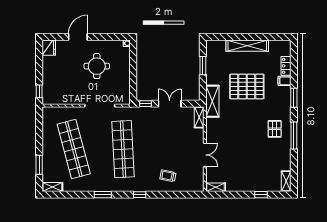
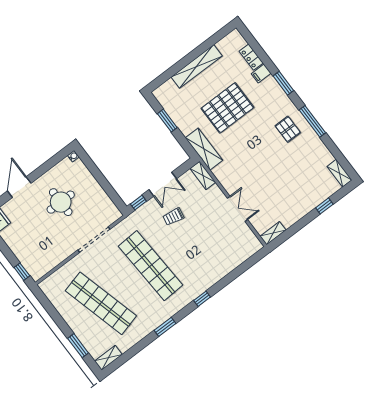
double door: (170, 104) -> (163, 184), swing flipped
trolley: (168, 176) -> (173, 217), moved

